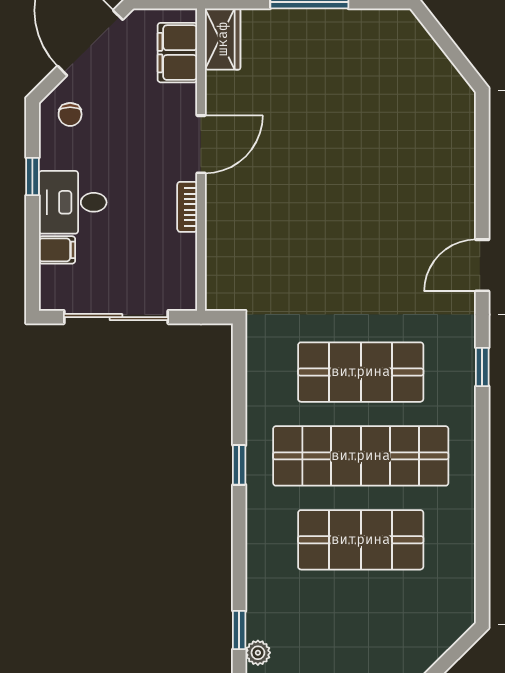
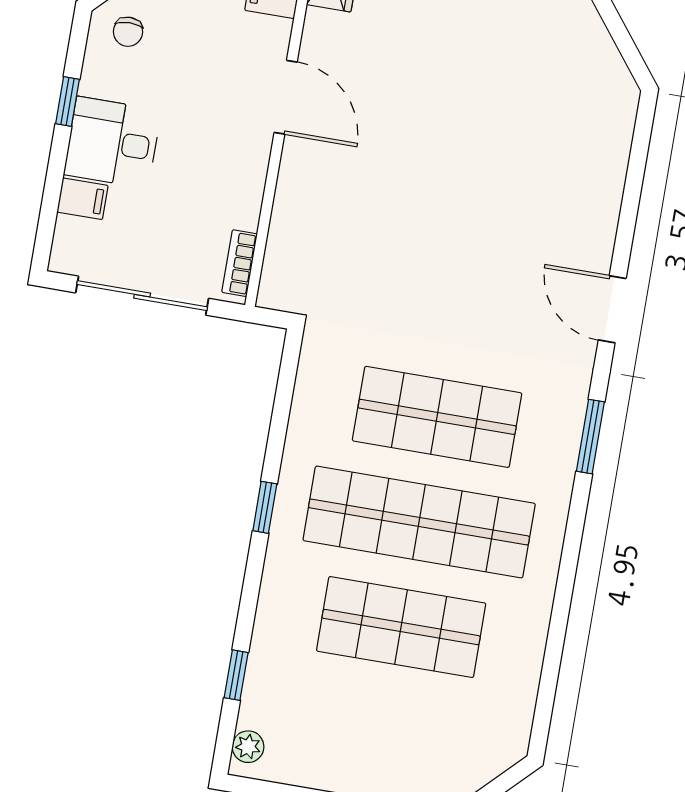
door: (201, 144) -> (286, 97), hinge flipped
bookcase: (187, 207) -> (240, 263), moved
door: (482, 265) -> (612, 309), hinge flipped
window: (482, 367) -> (590, 437), width x1.50
window: (239, 630) -> (236, 675), moved

